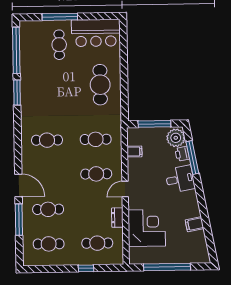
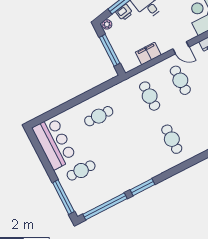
window: (60, 17) -> (63, 197), moved
cafe table: (100, 85) -> (99, 116), width x0.73, depth x0.74
plant: (176, 138) -> (107, 24), width x0.53, depth x0.53
filing cabinet: (134, 152) -> (148, 53), width x2.00

